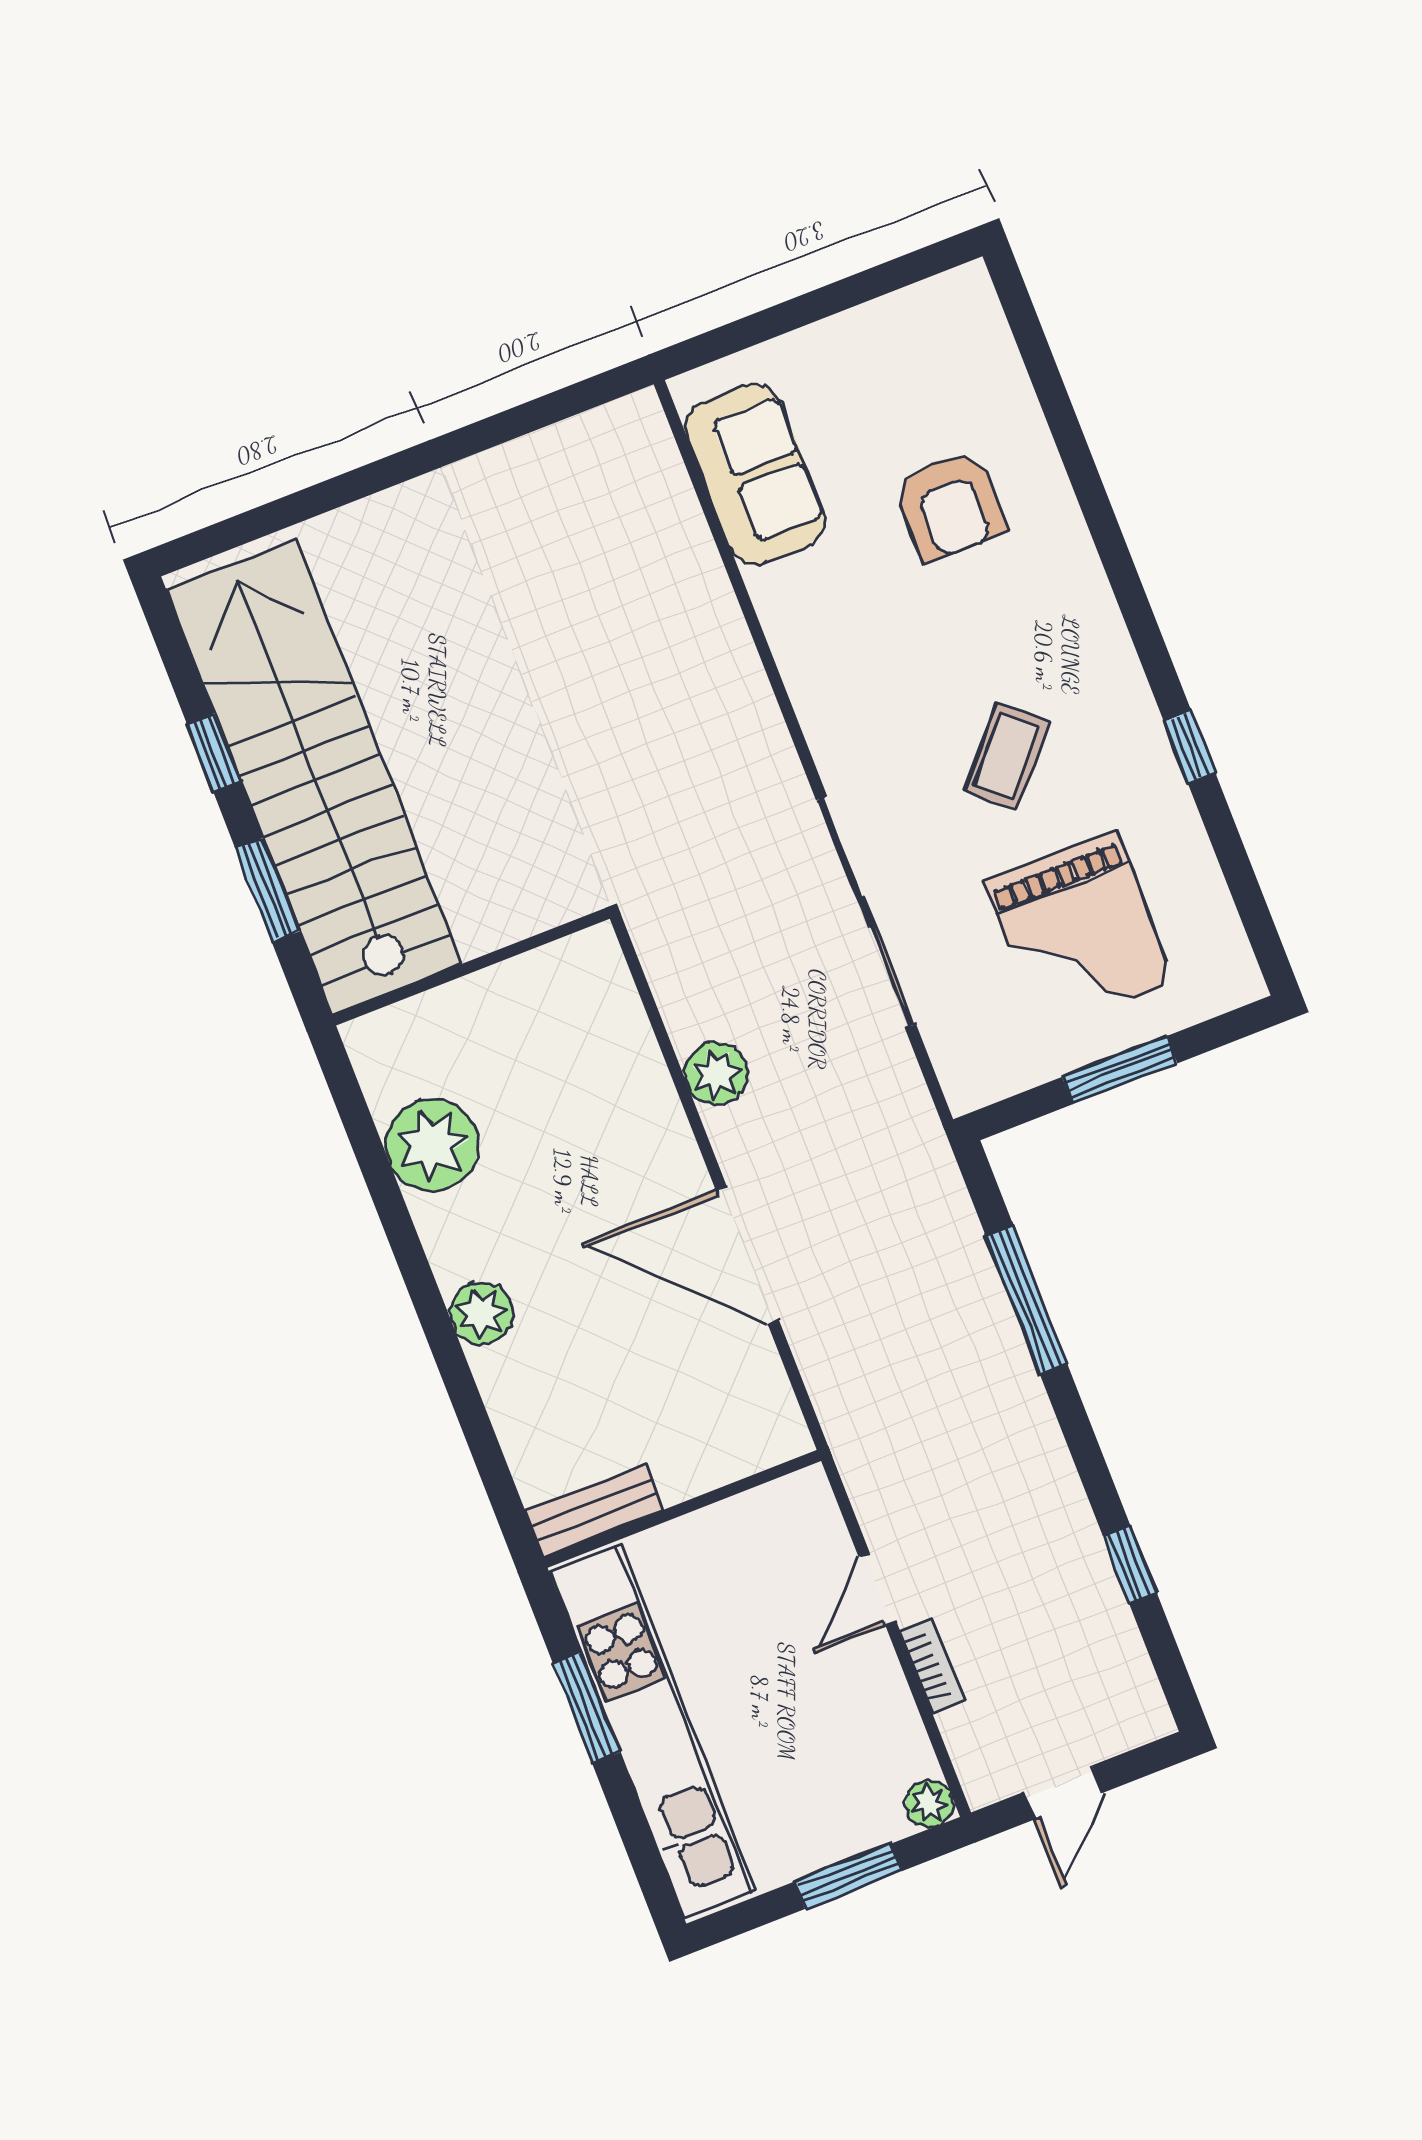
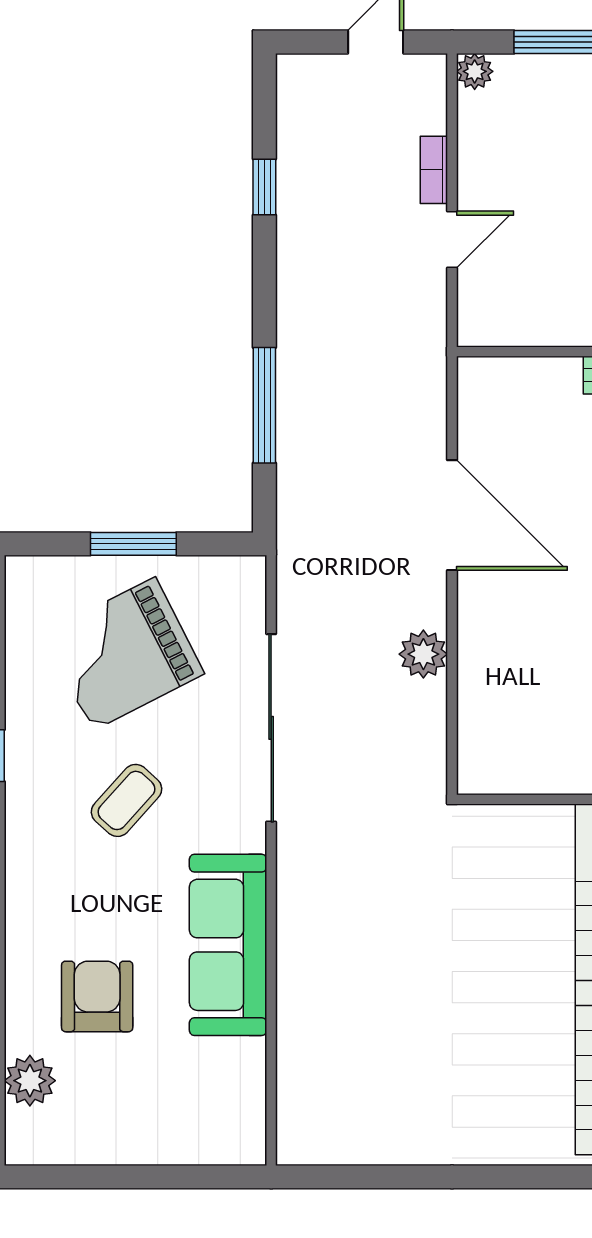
plant: (992, 371) -> (30, 1081), added
sofa: (755, 474) -> (228, 945), moved, width x1.36
grand piano: (1079, 932) -> (124, 654), turned -117

